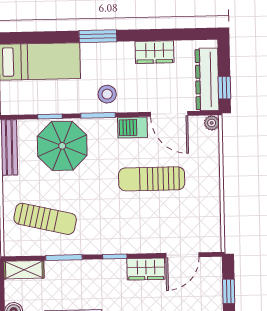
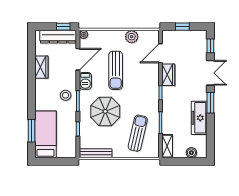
window: (98, 36) -> (31, 131), moved
parasol: (62, 146) -> (105, 111), moved
plant: (210, 205) -> (132, 37), added
door: (182, 255) -> (161, 53), swing flipped

